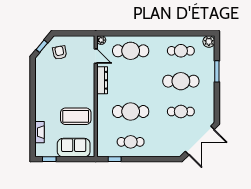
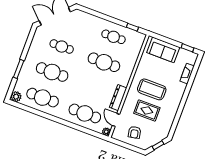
cafe table: (181, 51) -> (43, 98), width x1.37, depth x1.35
armchair: (60, 53) -> (135, 132), moved
rug: (67, 78) -> (147, 110), added
coffee table: (76, 116) -> (152, 89), moved

